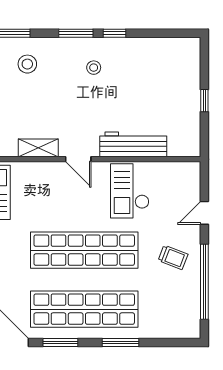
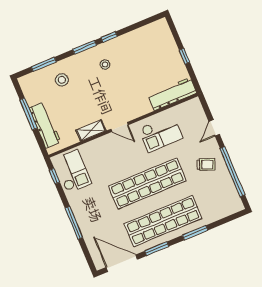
workbench: (133, 144) -> (172, 94), moved
checkout: (130, 191) -> (161, 133), turned -90

